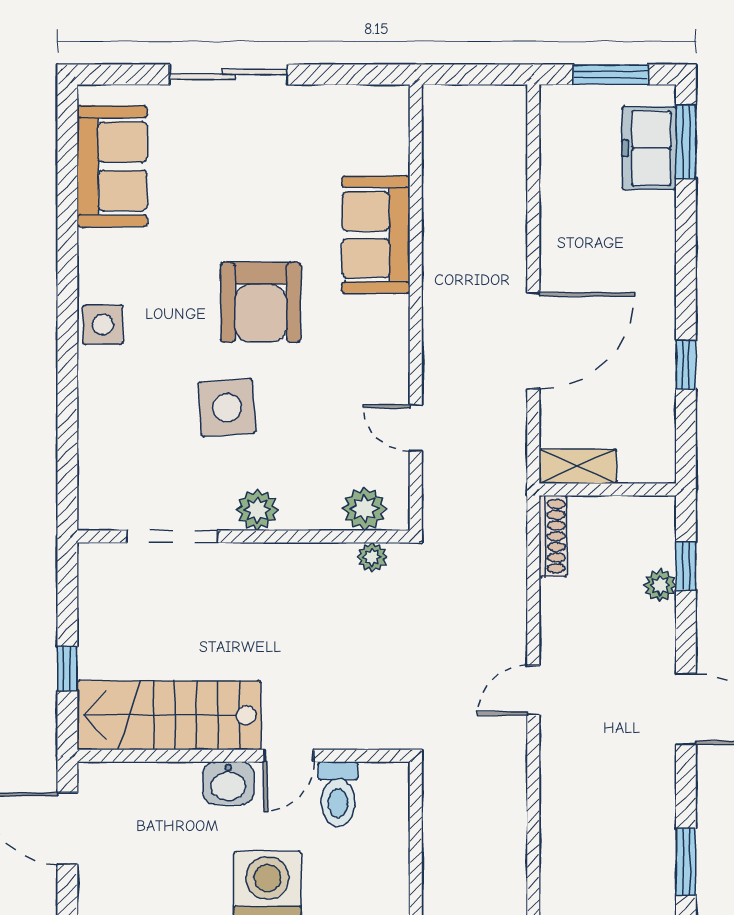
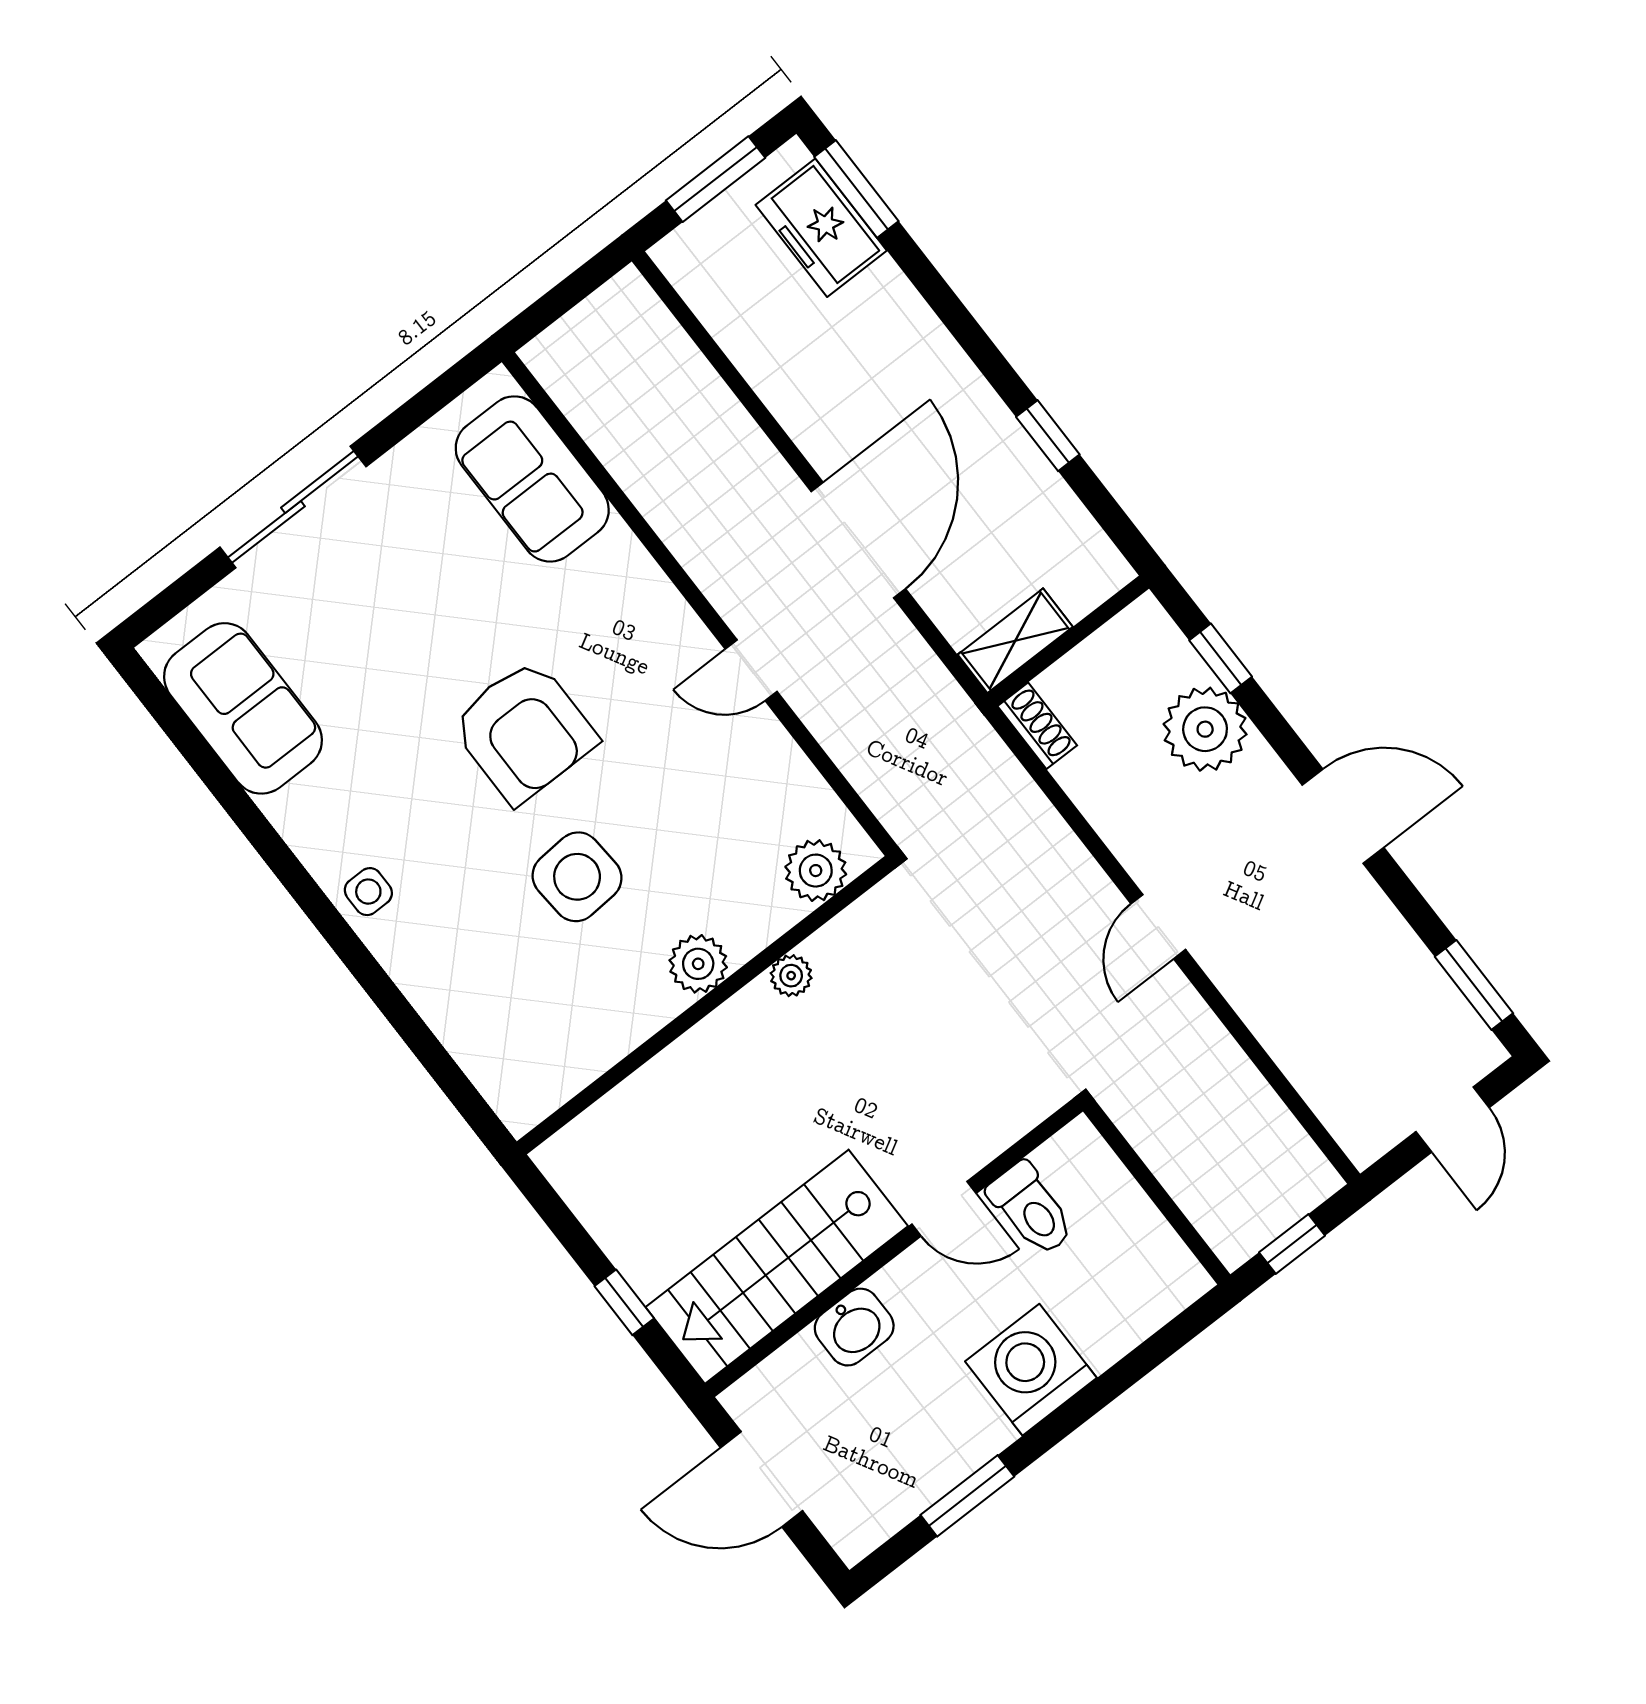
sofa: (376, 235) -> (532, 479), moved
side table: (103, 325) -> (368, 892), width x0.73, depth x0.73
door: (416, 428) -> (751, 670), moved
doorway: (172, 536) -> (627, 1066), removed
shoe rack: (553, 536) -> (1037, 726), width x0.70
plant: (372, 557) -> (791, 976), moved
plant: (660, 585) -> (1205, 729), width x1.87, depth x1.87
door: (289, 756) -> (944, 1209), hinge flipped
washbasin: (228, 783) -> (854, 1327), moved

